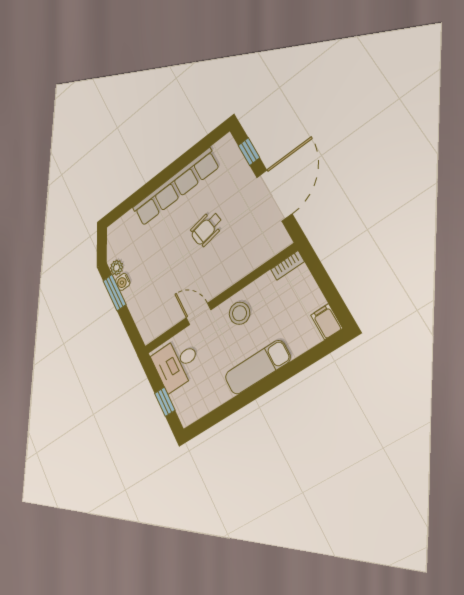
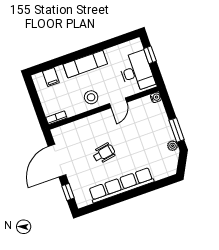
water cooler: (123, 282) -> (156, 97), moved
door: (199, 314) -> (118, 103), hinge flipped
filing cabinet: (327, 322) -> (51, 77), moved
desk: (177, 364) -> (136, 72), width x1.37

